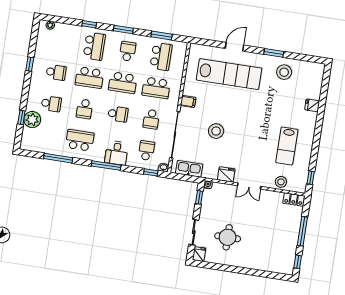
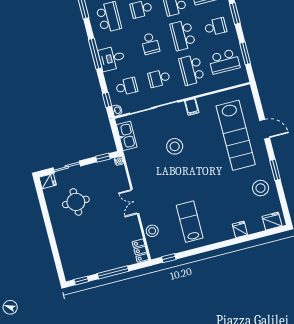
lab bench: (287, 146) -> (190, 222), turned 90
fridge: (226, 174) -> (272, 221), moved, turned -90

